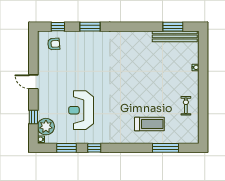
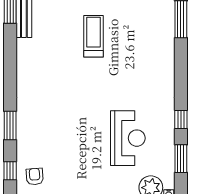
reception desk: (81, 110) -> (128, 138), turned -90
treadmill: (149, 124) -> (93, 36), moved

